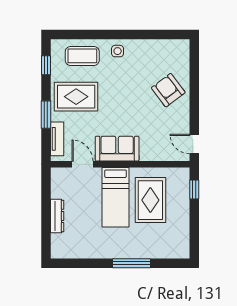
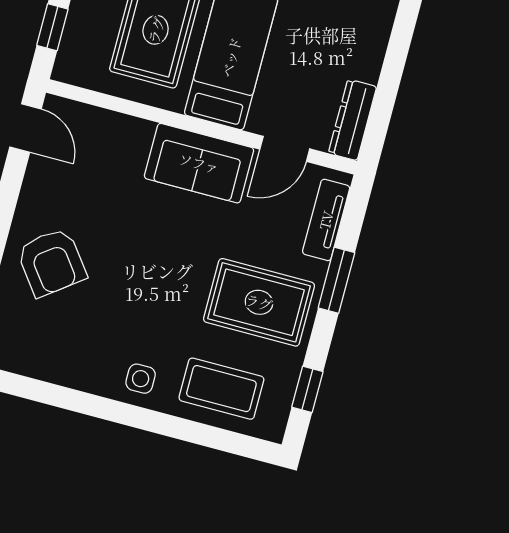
door: (82, 164) -> (285, 149), hinge flipped
dresser: (57, 216) -> (353, 120), moved

